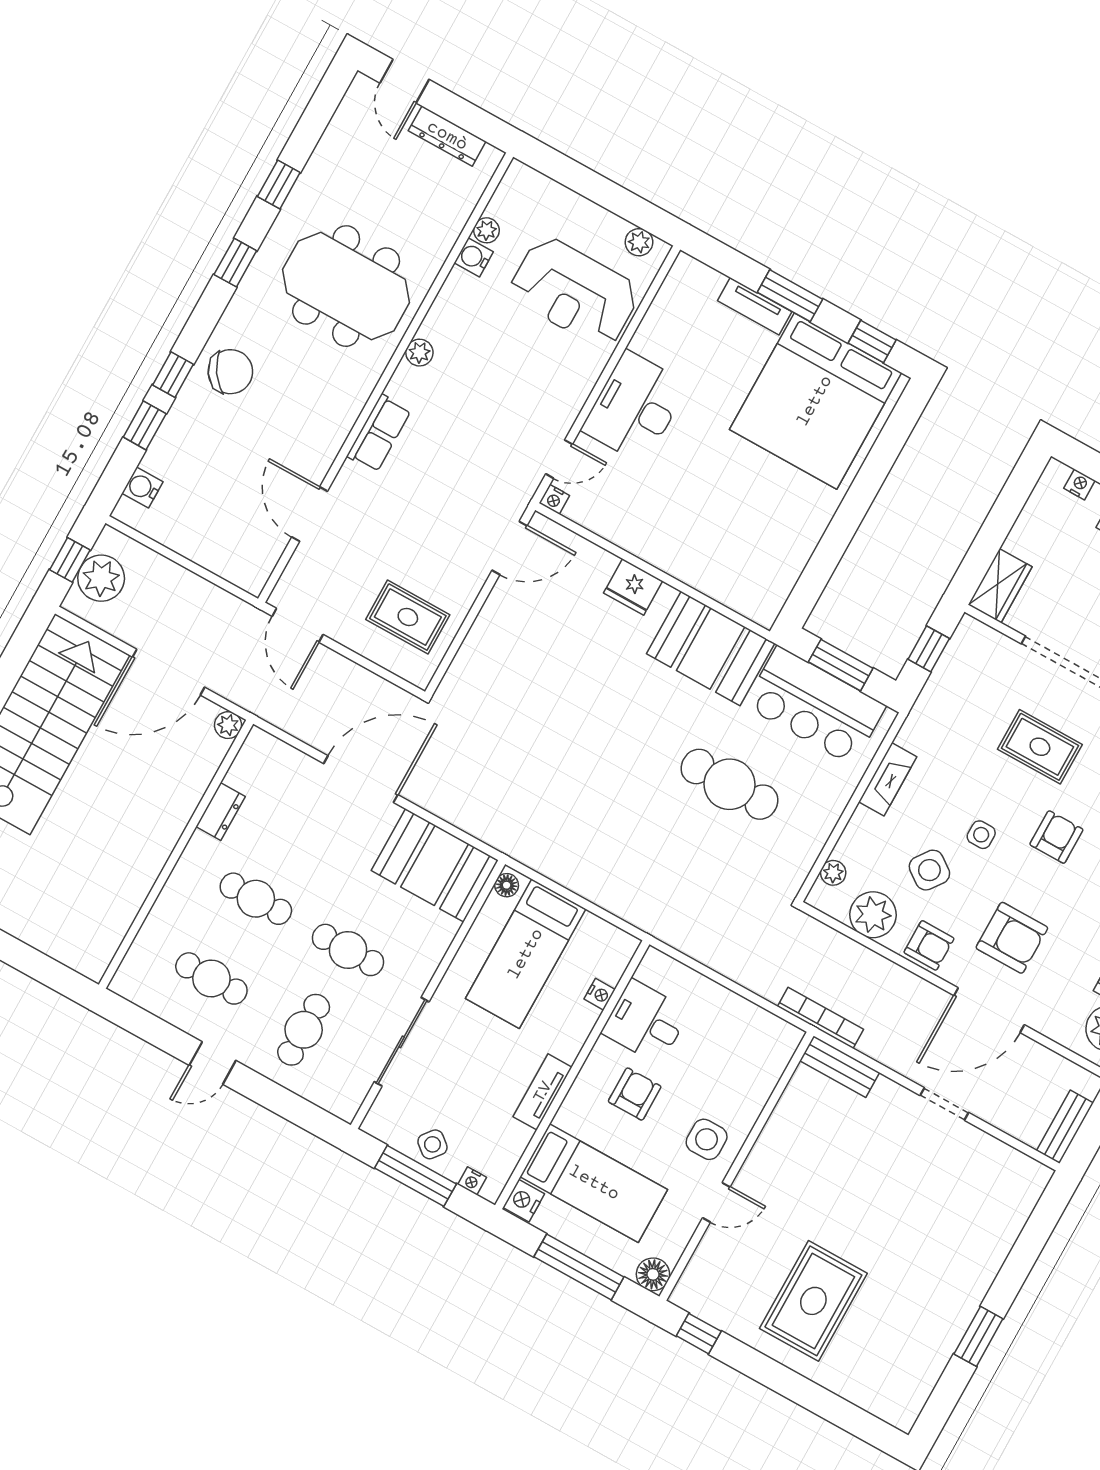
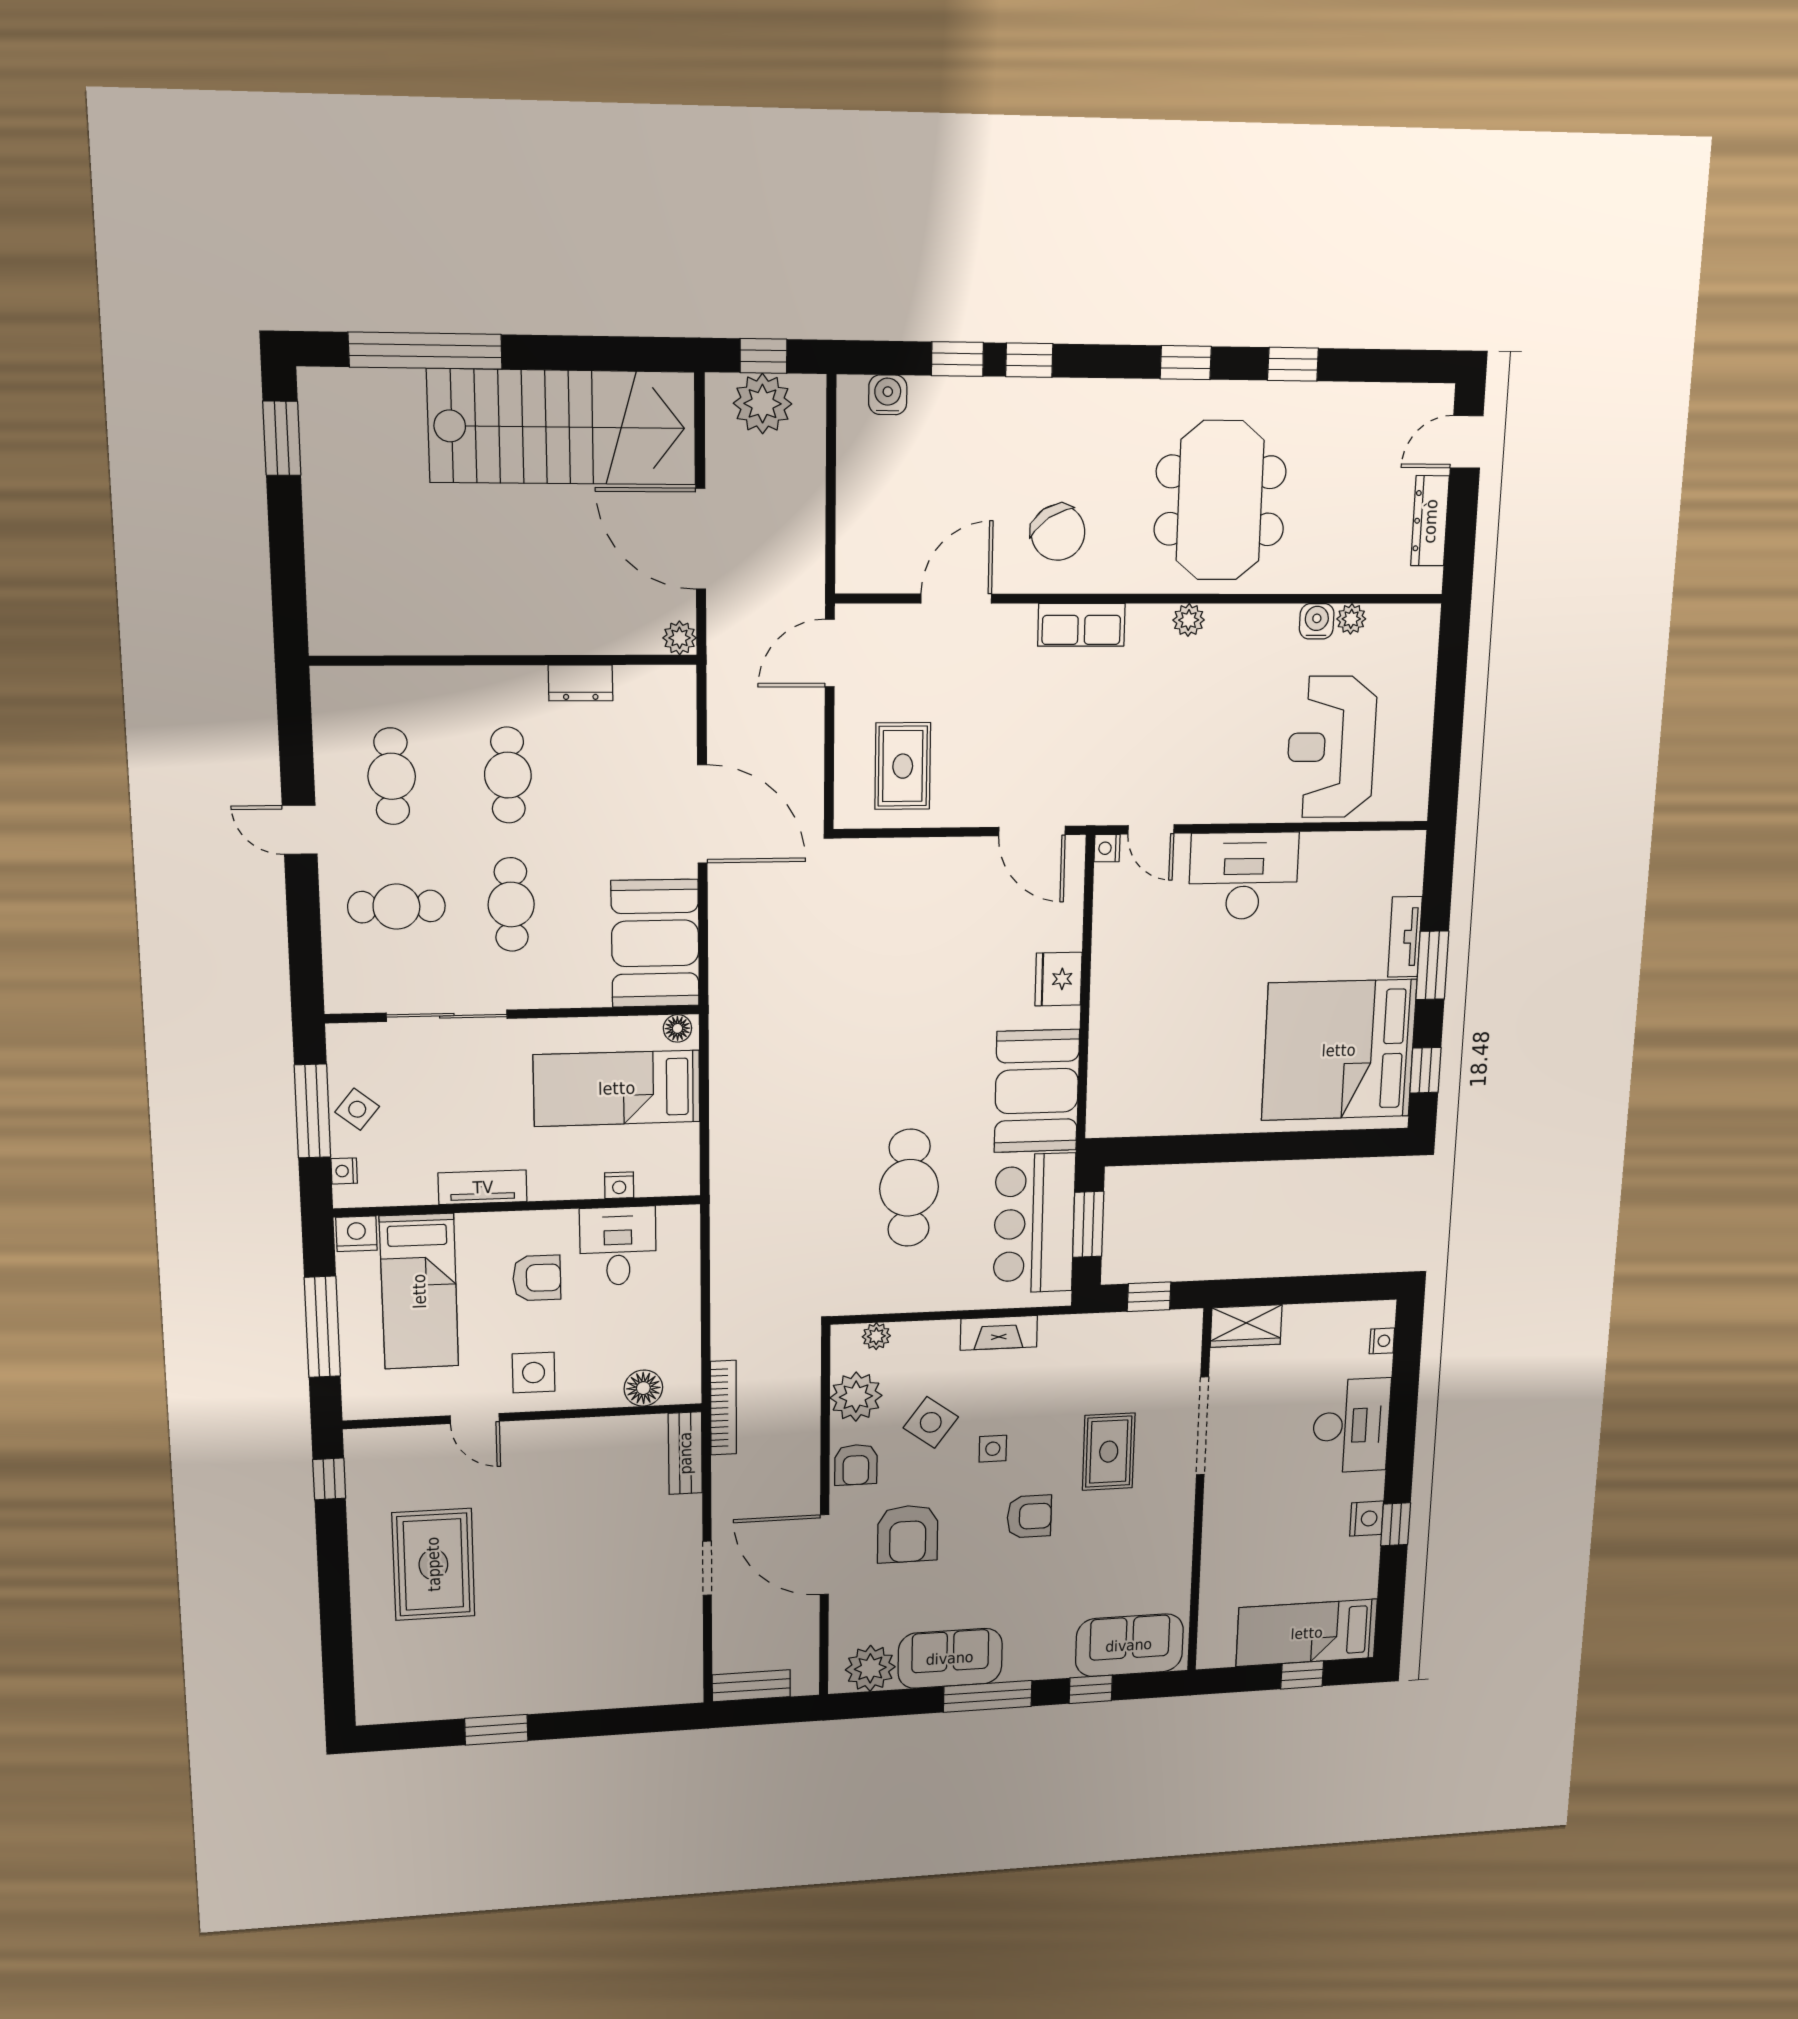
plant: (639, 242) -> (1414, 784), removed
chair: (230, 372) -> (1058, 532), moved
floor lamp: (653, 1274) -> (643, 1388), moved
rug: (813, 1301) -> (433, 1564), turned 90

